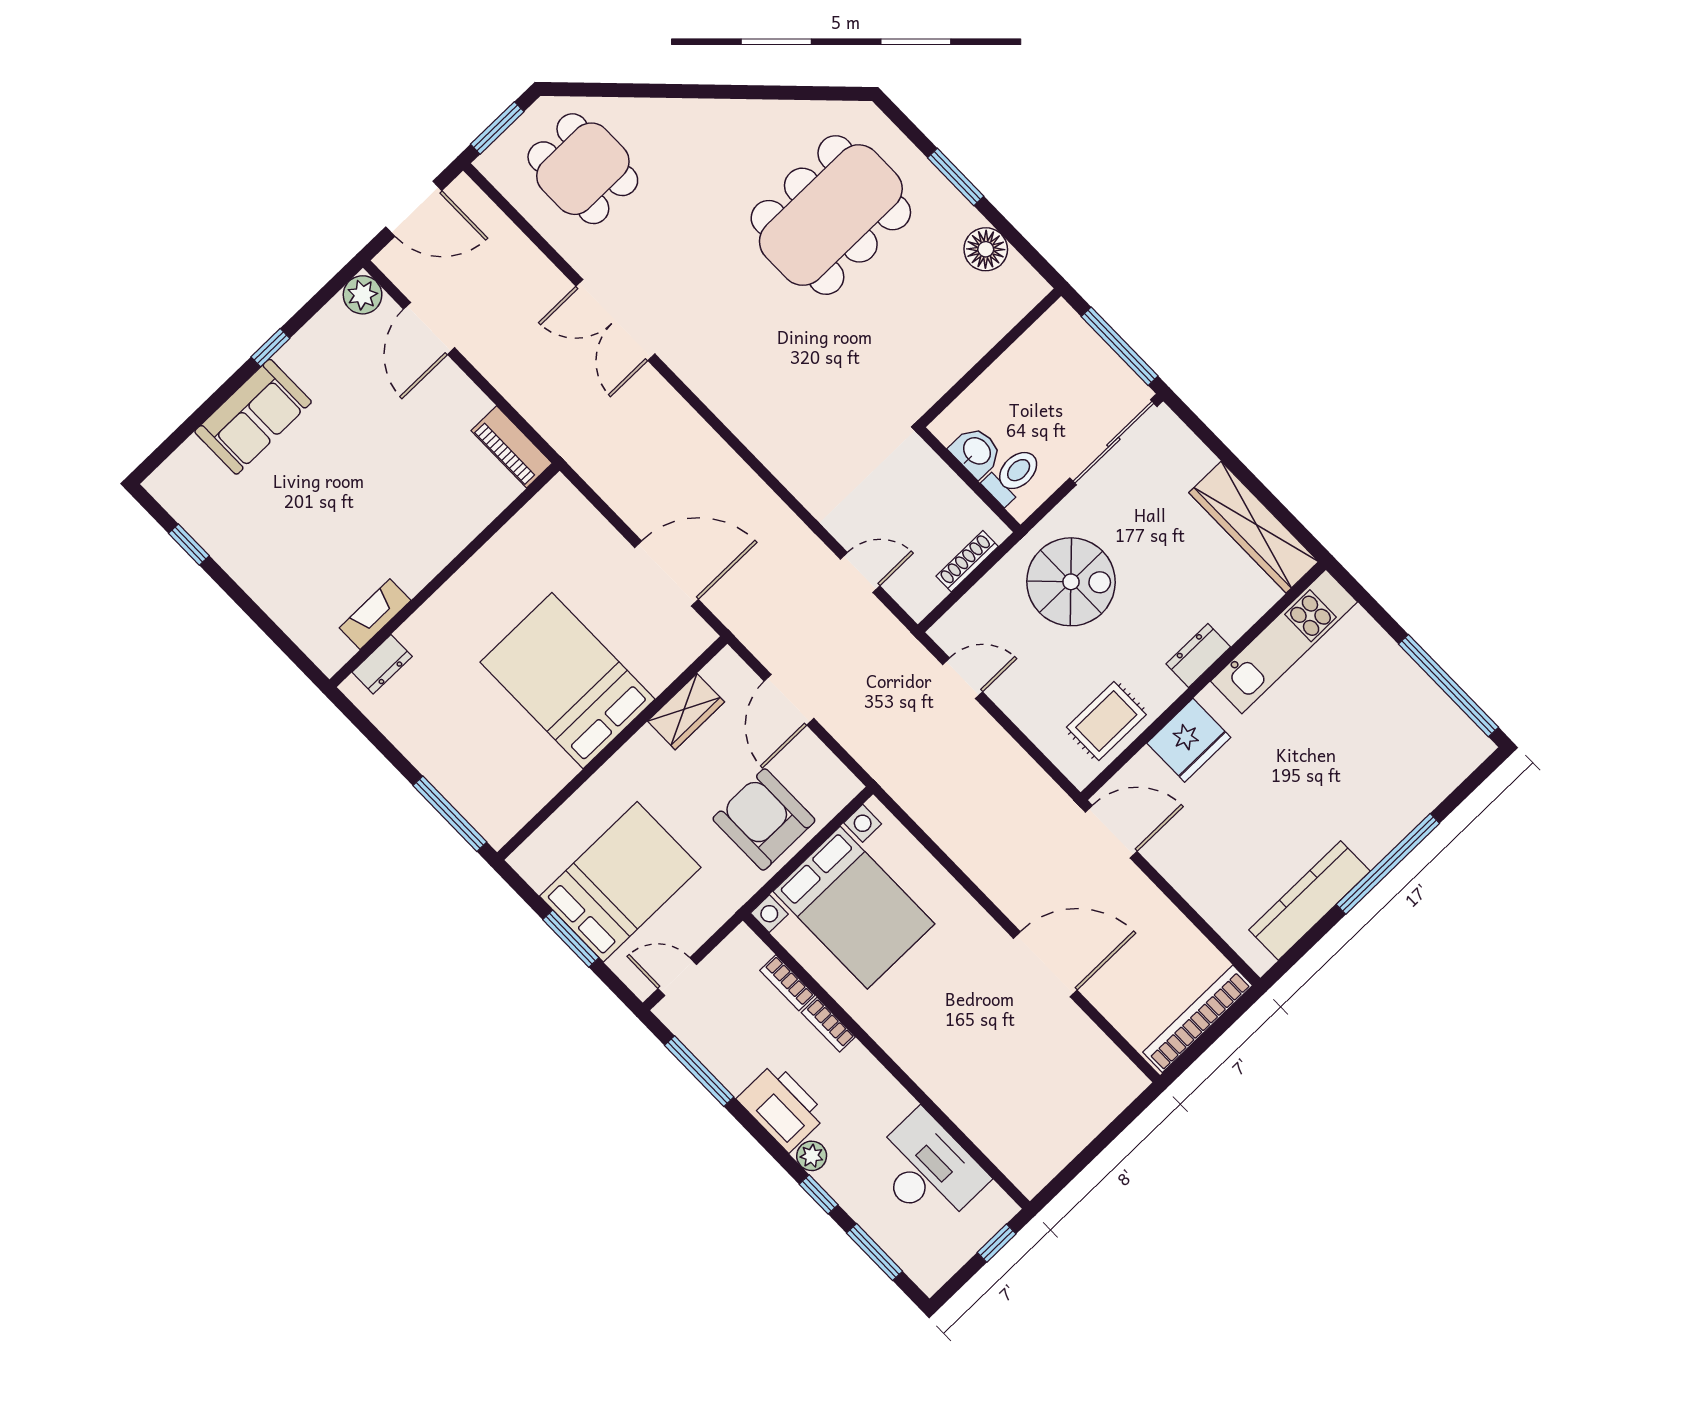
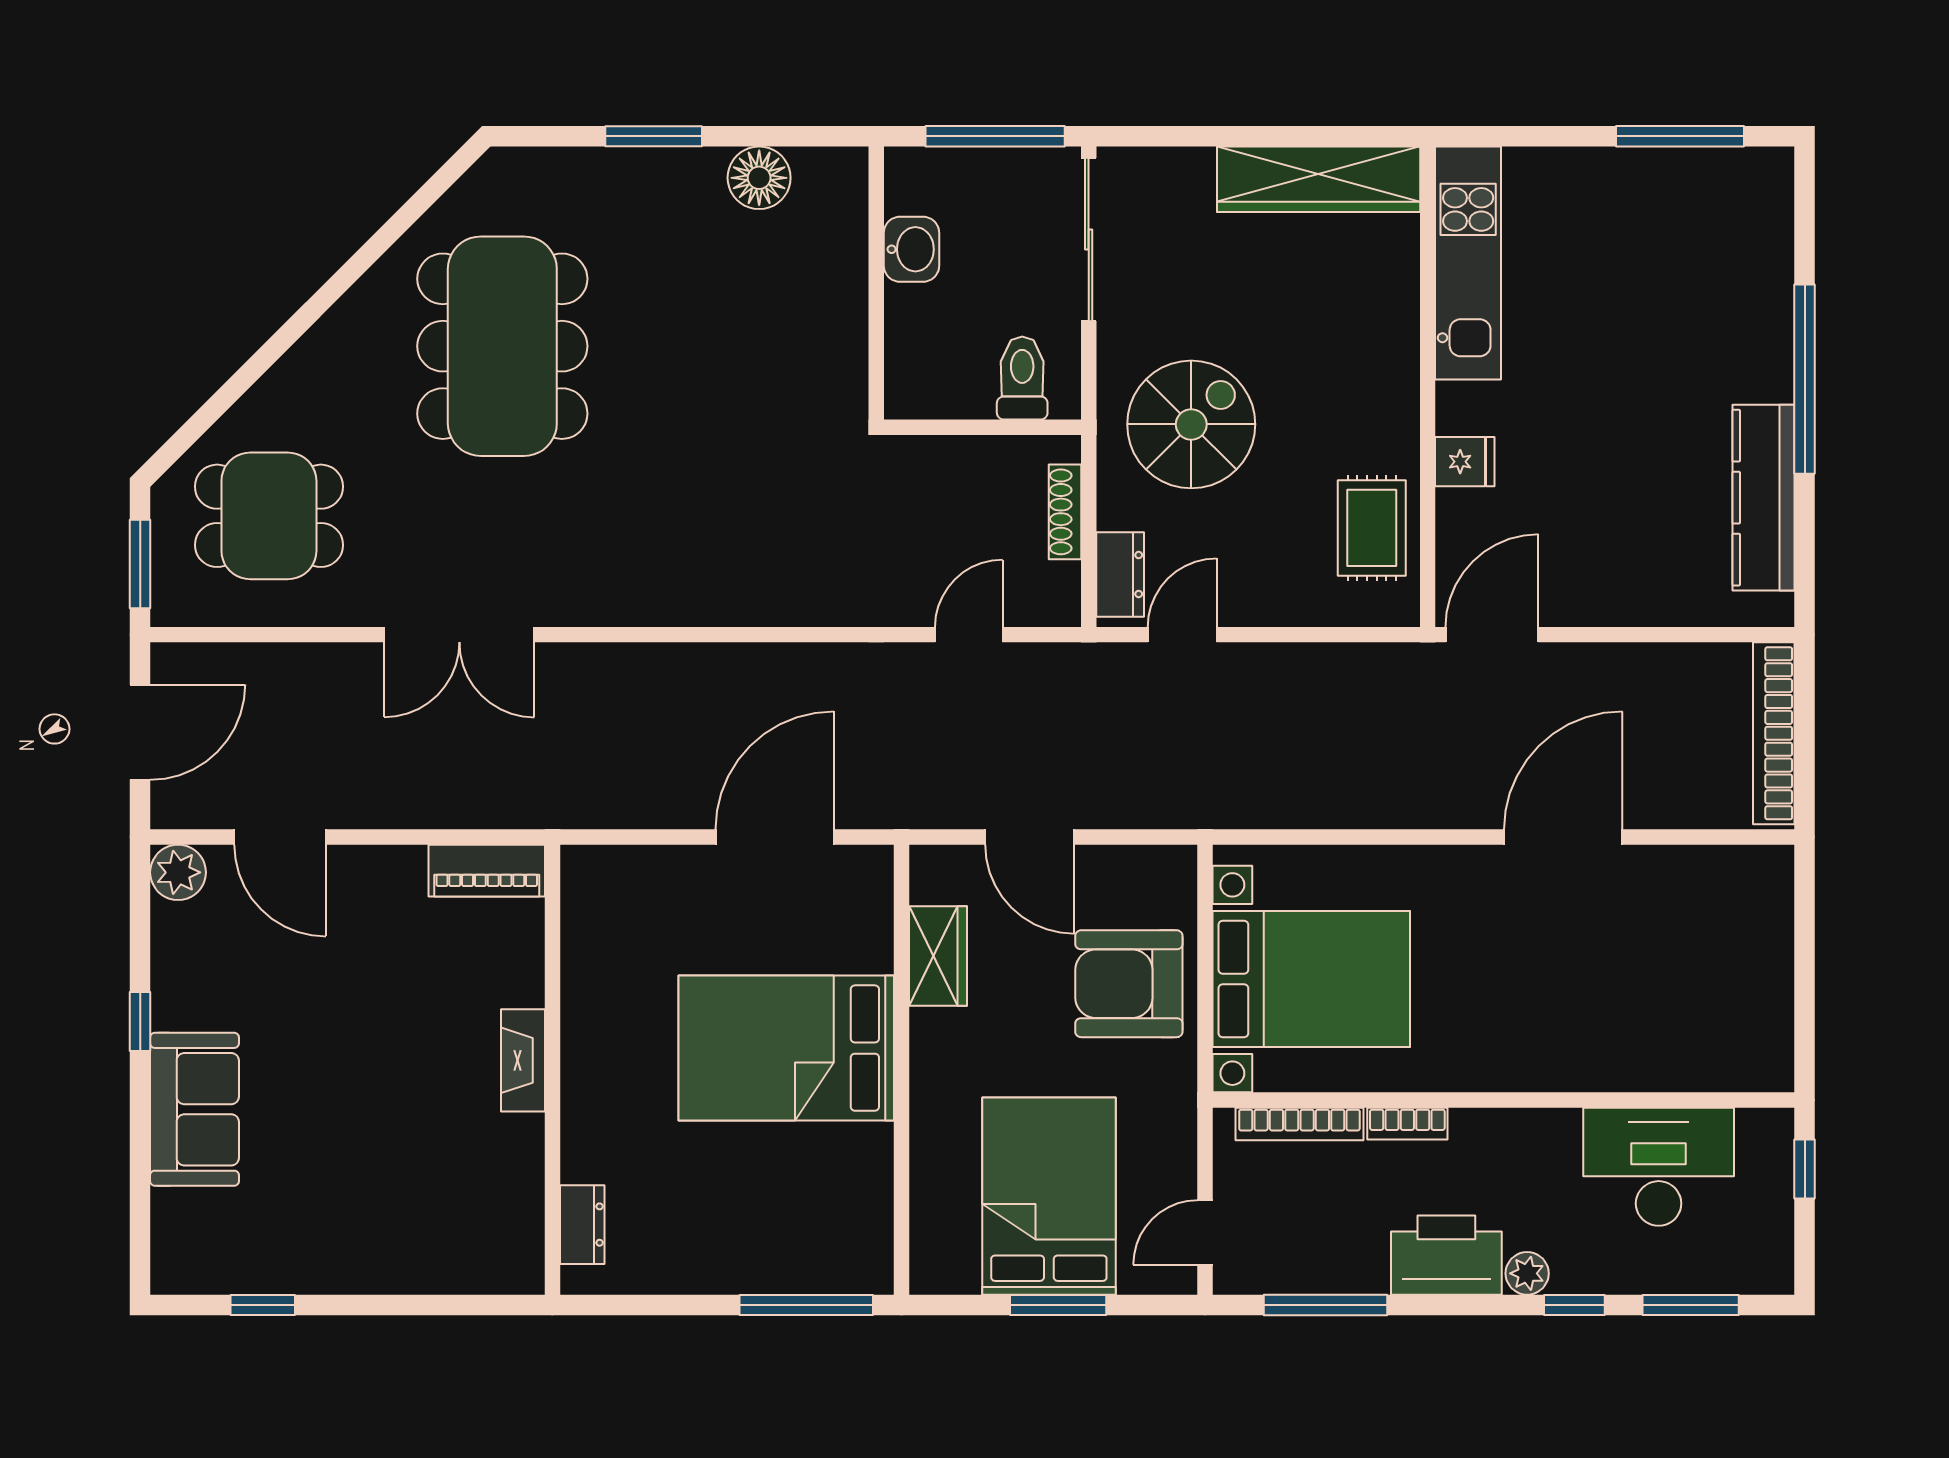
dining table: (831, 215) -> (502, 346), moved
washbasin: (976, 452) -> (912, 249), moved, turned 90
fireplace: (375, 614) -> (523, 1060), moved
dresser: (1198, 655) -> (1120, 575), moved, turned 180
window: (1448, 686) -> (1680, 136), width x0.68
fridge: (1189, 740) -> (1465, 462), width x0.53, depth x0.75
bookcase: (787, 983) -> (1299, 1124), width x1.56

